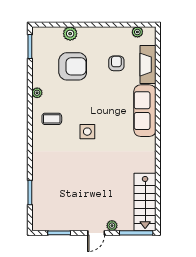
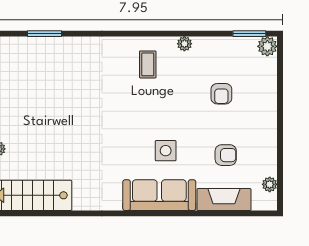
plant: (70, 34) -> (267, 46), moved
armchair: (73, 66) -> (221, 94), width x0.53, depth x0.53
side table: (87, 132) -> (166, 151), moved

